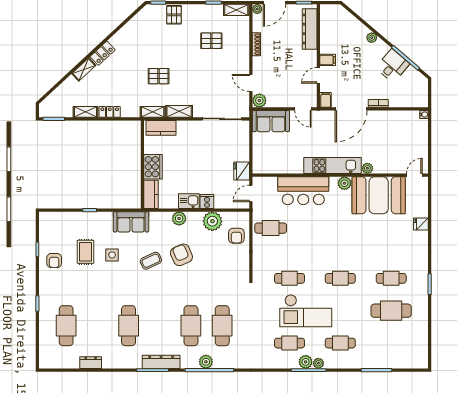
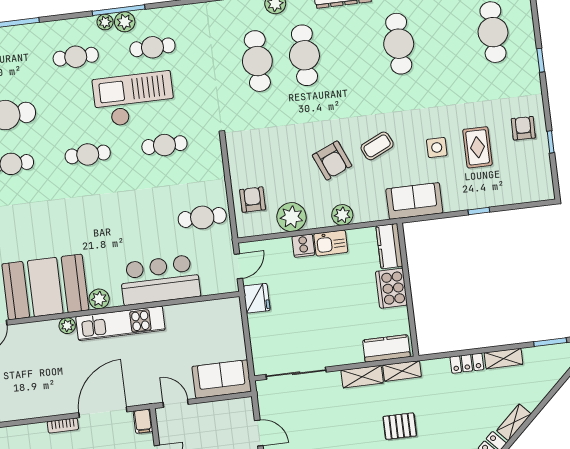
plant: (259, 101) -> (243, 408), removed

